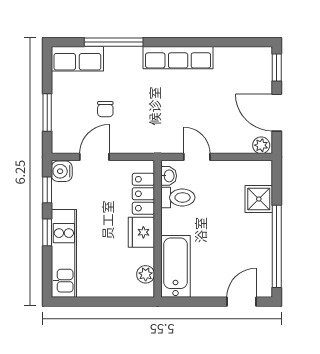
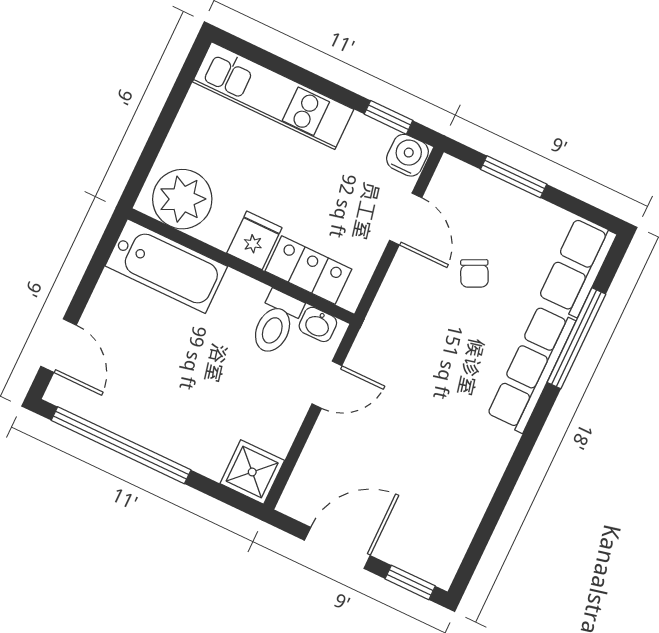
row of seats: (178, 58) -> (531, 369), moved
chair: (105, 109) -> (474, 273), turned -116
plant: (261, 145) -> (296, 498), removed
shower: (259, 199) -> (252, 472), moved
window: (47, 232) -> (320, 85), removed
fridge: (141, 232) -> (254, 240), width x0.72
plant: (146, 274) -> (182, 199), width x1.88, depth x1.88

